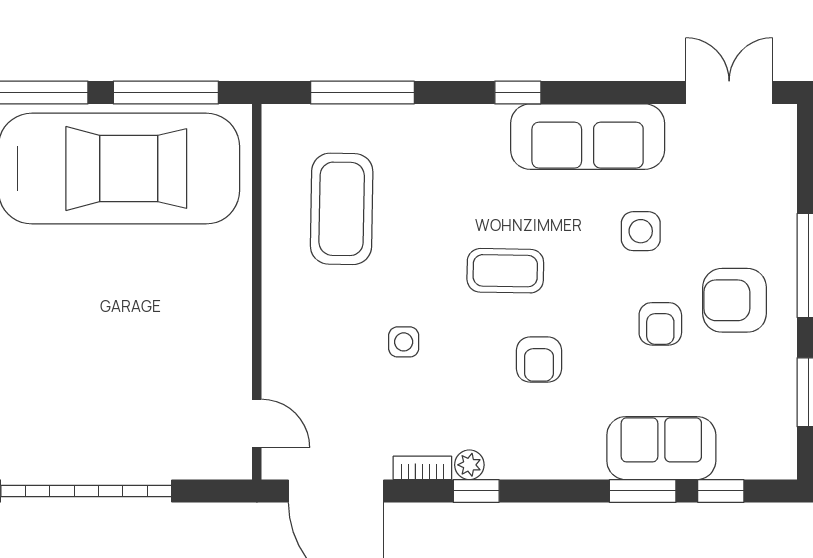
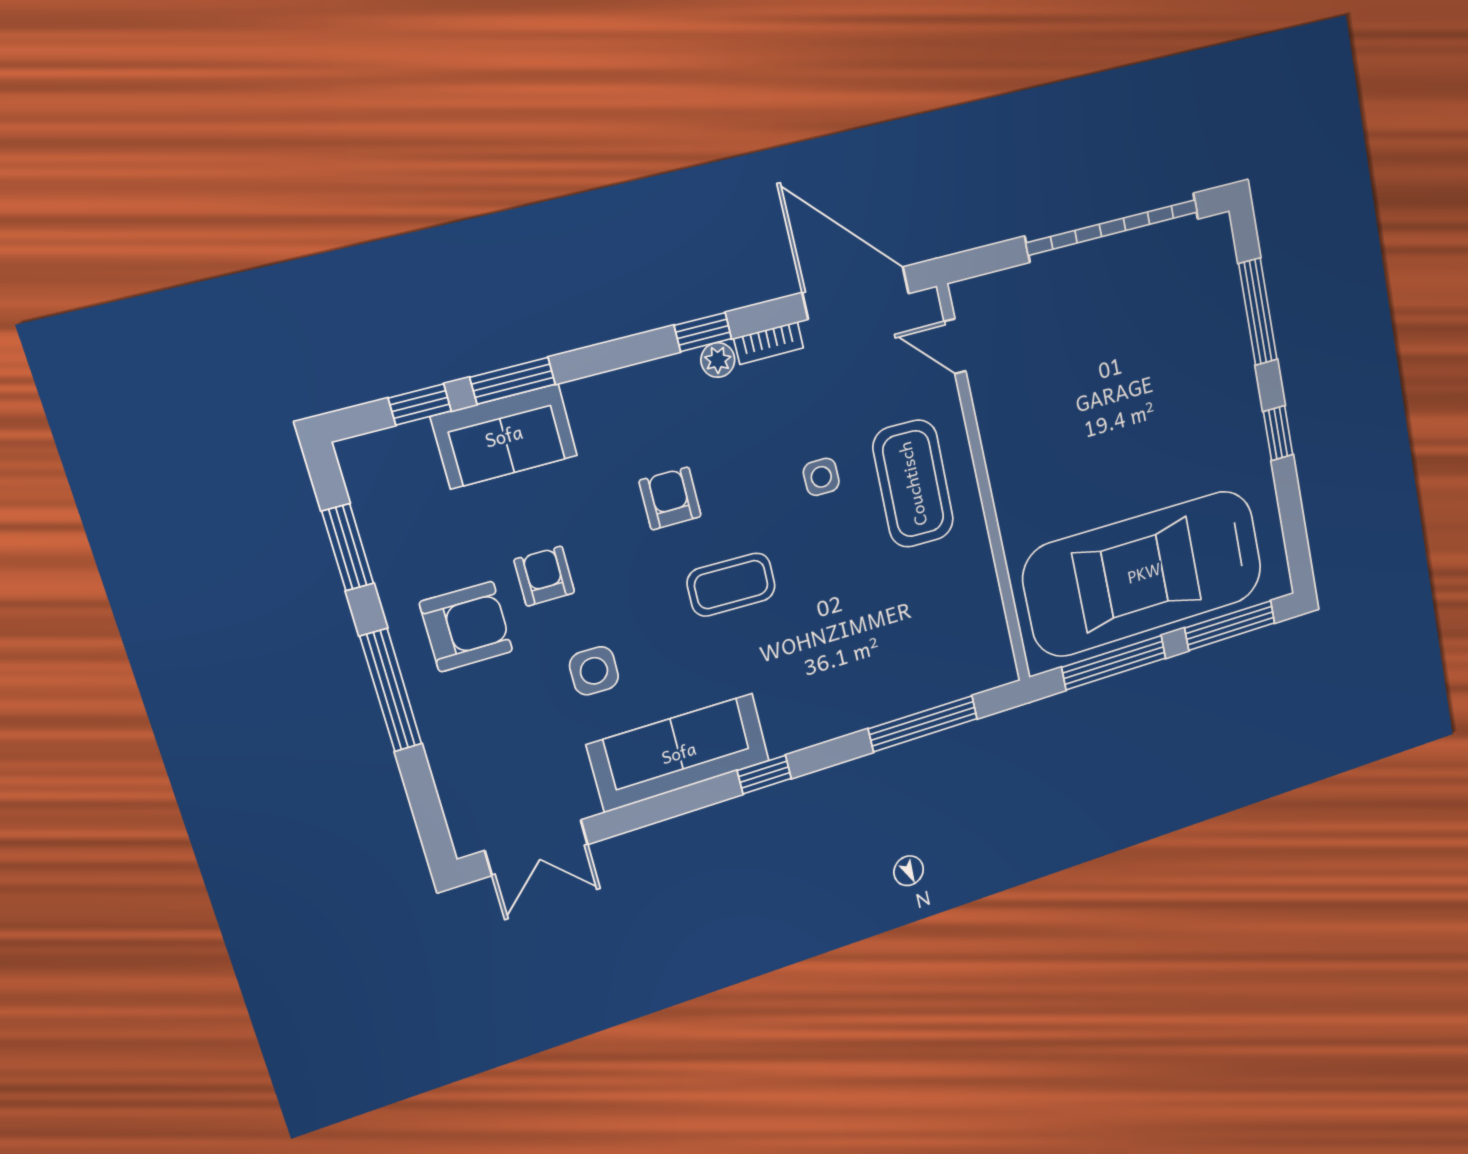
coffee table: (342, 209) -> (913, 484), moved

